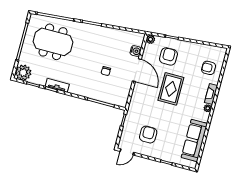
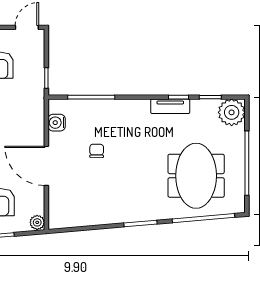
meeting table: (53, 42) -> (196, 176), turned 90
water cooler: (136, 51) -> (57, 123), moved

